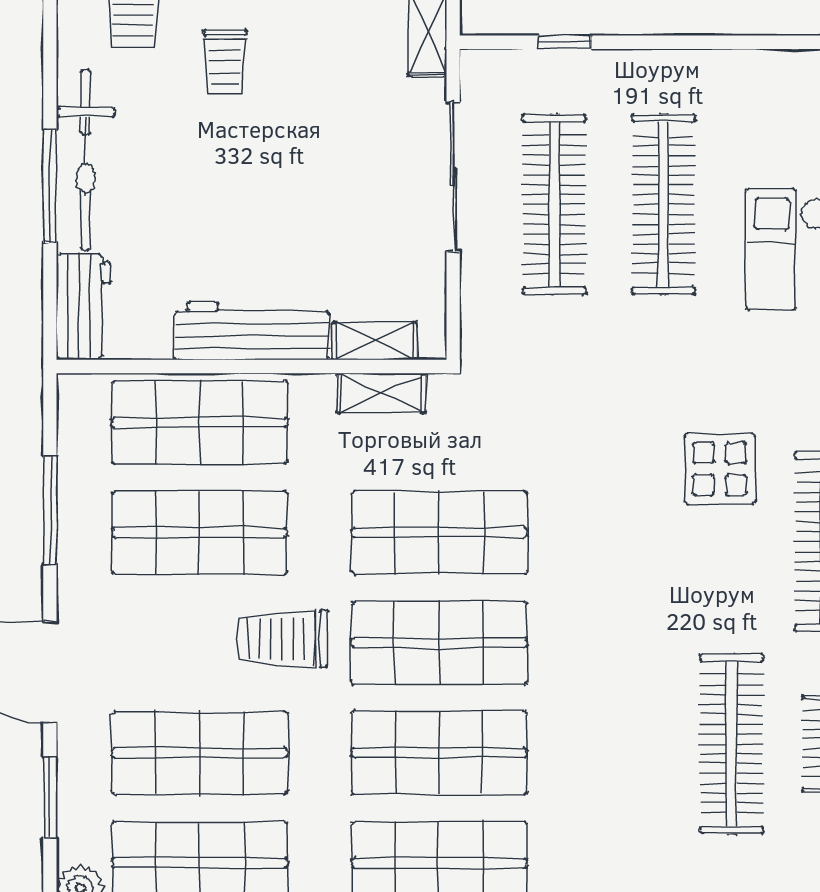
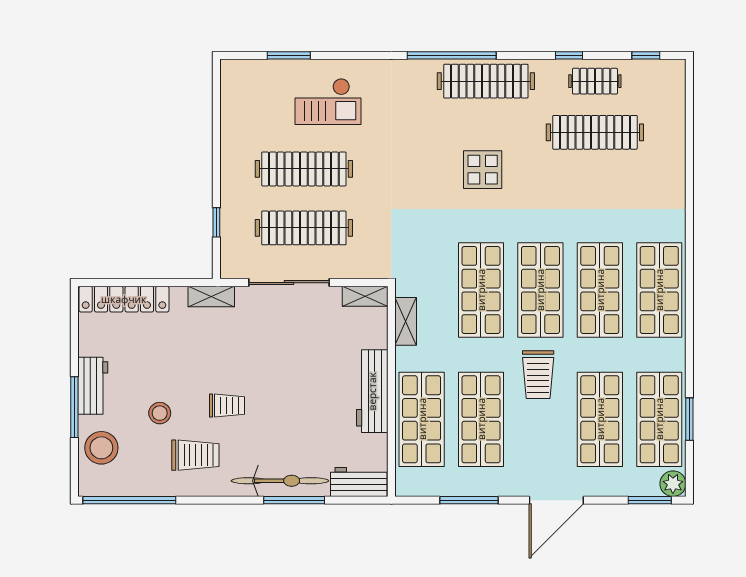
shelving: (374, 341) -> (365, 296), moved, turned 90
display table: (720, 469) -> (483, 170), moved
window: (50, 797) -> (650, 500), moved

